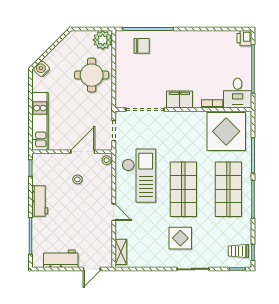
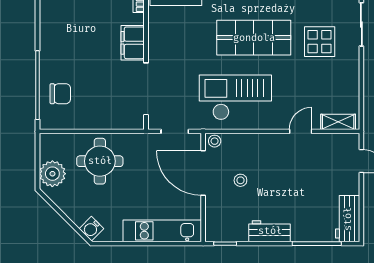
plant: (103, 40) -> (52, 174), moved
chair: (142, 46) -> (60, 94), turned 90
door: (83, 152) -> (203, 173), width x1.36
door: (114, 212) -> (301, 131), moved
workbench: (61, 259) -> (348, 219), moved

